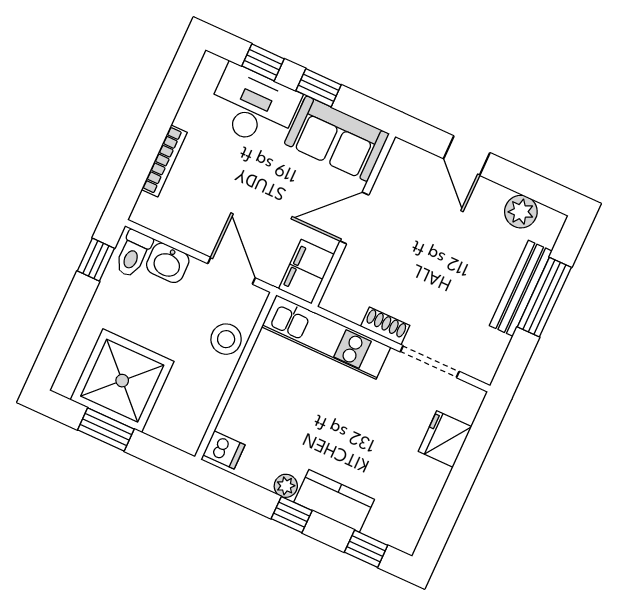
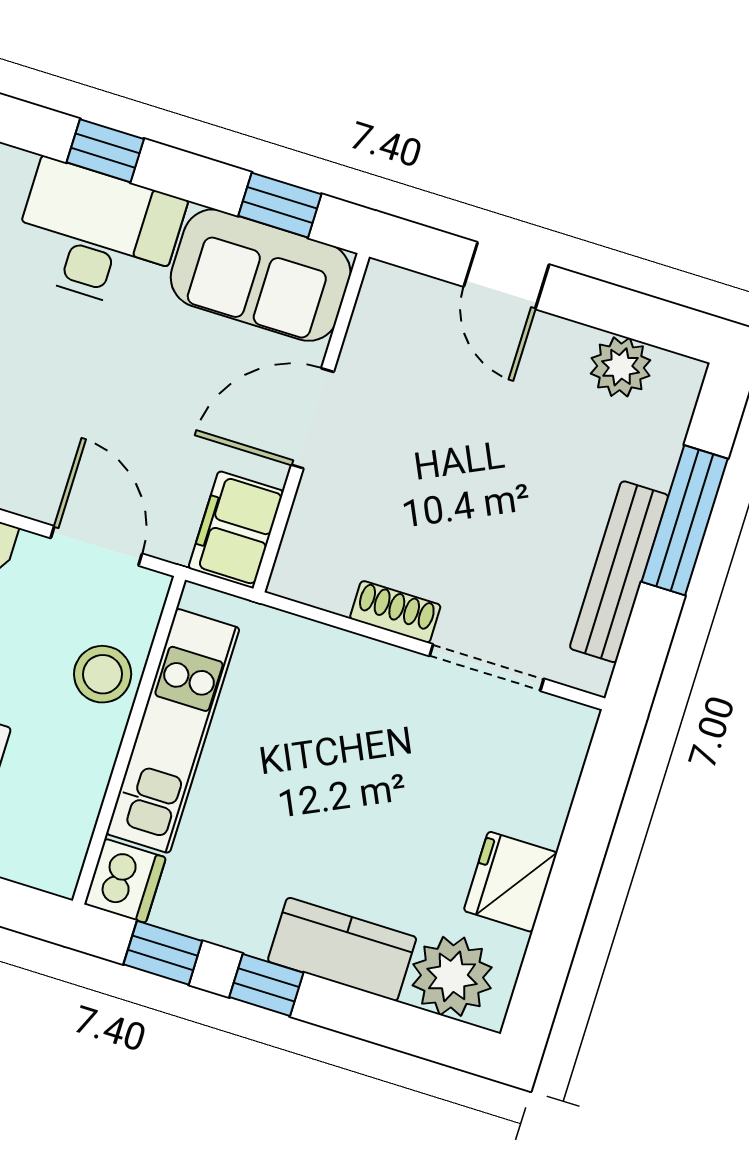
window: (318, 88) -> (280, 205), moved
bench: (521, 288) -> (619, 572), moved
kitchen unit: (326, 337) -> (173, 731), moved, turned -90
fridge: (445, 439) -> (510, 882), moved
dishwasher: (224, 450) -> (125, 881), width x1.38
plant: (286, 486) -> (452, 976), moved, width x1.88, depth x1.88
window: (366, 549) -> (163, 953), moved

